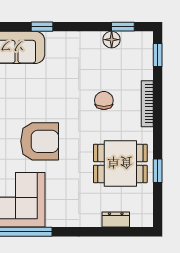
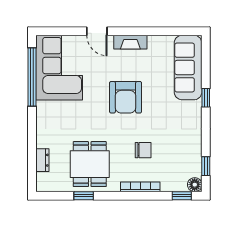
floor lamp: (112, 40) -> (195, 185), moved
armchair: (40, 141) -> (126, 97), moved

